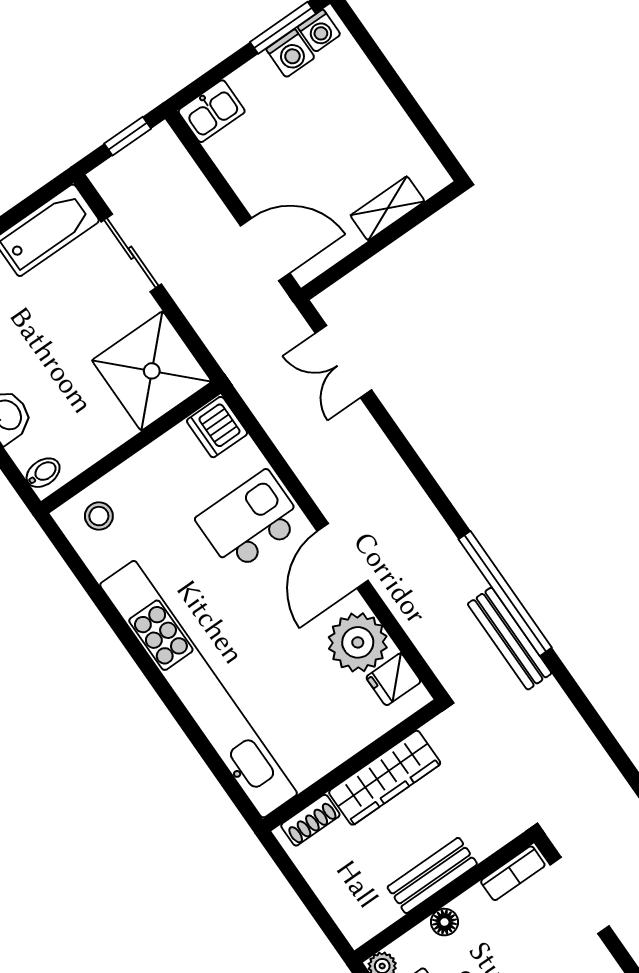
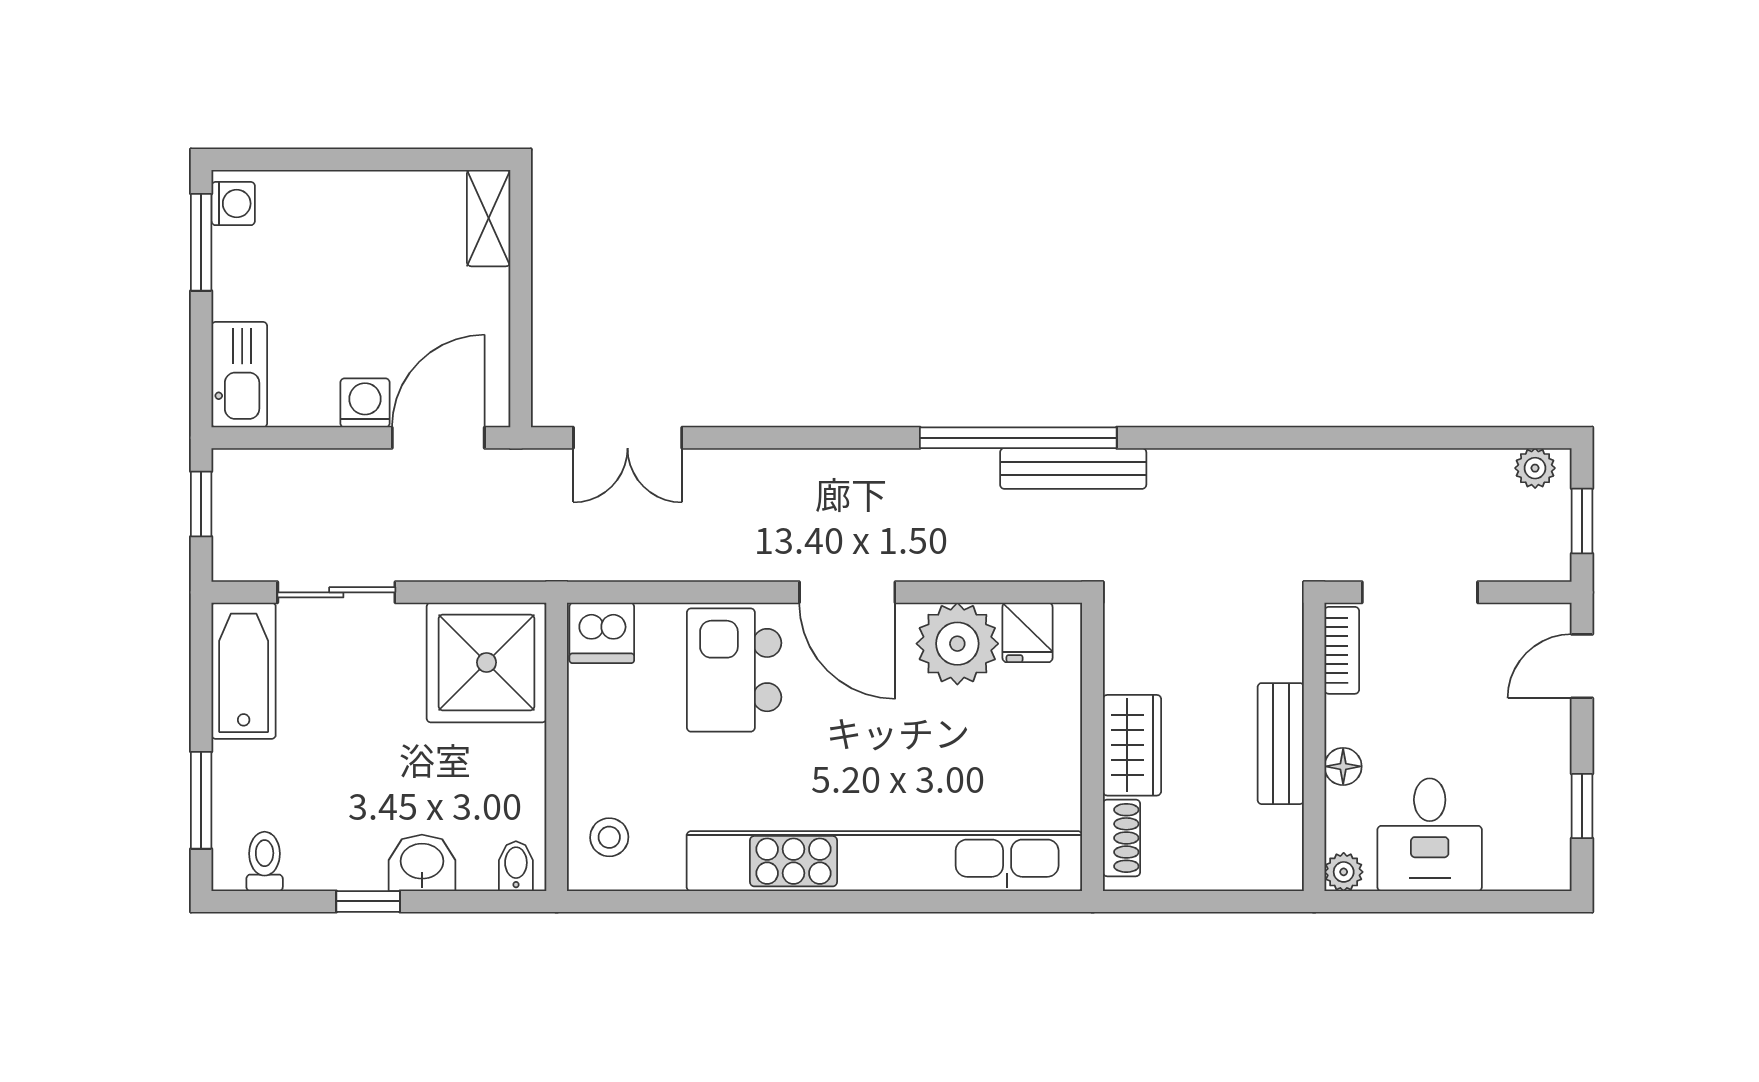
washing machine: (290, 53) -> (365, 403), moved, turned -90
kitchen sink: (212, 111) -> (239, 375), width x1.38
shelving: (388, 208) -> (489, 218), moved
wardrobe: (385, 778) -> (1132, 745), width x0.67

